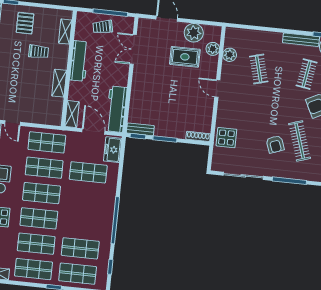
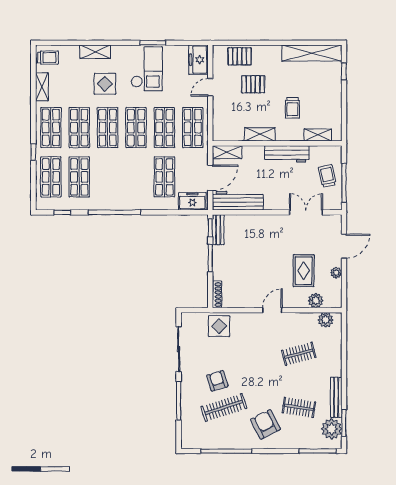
pallet: (25, 23) -> (253, 84), moved
plant: (194, 33) -> (336, 273), width x0.53, depth x0.53
plant: (230, 55) -> (326, 320), moved
armchair: (275, 144) -> (217, 381), turned 93

